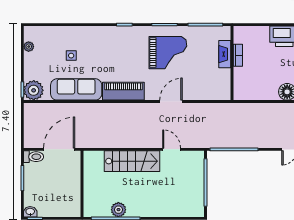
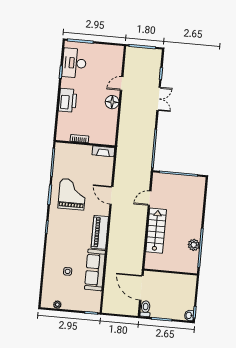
fireplace: (225, 54) -> (103, 151), moved
plant: (34, 90) -> (93, 304), removed

